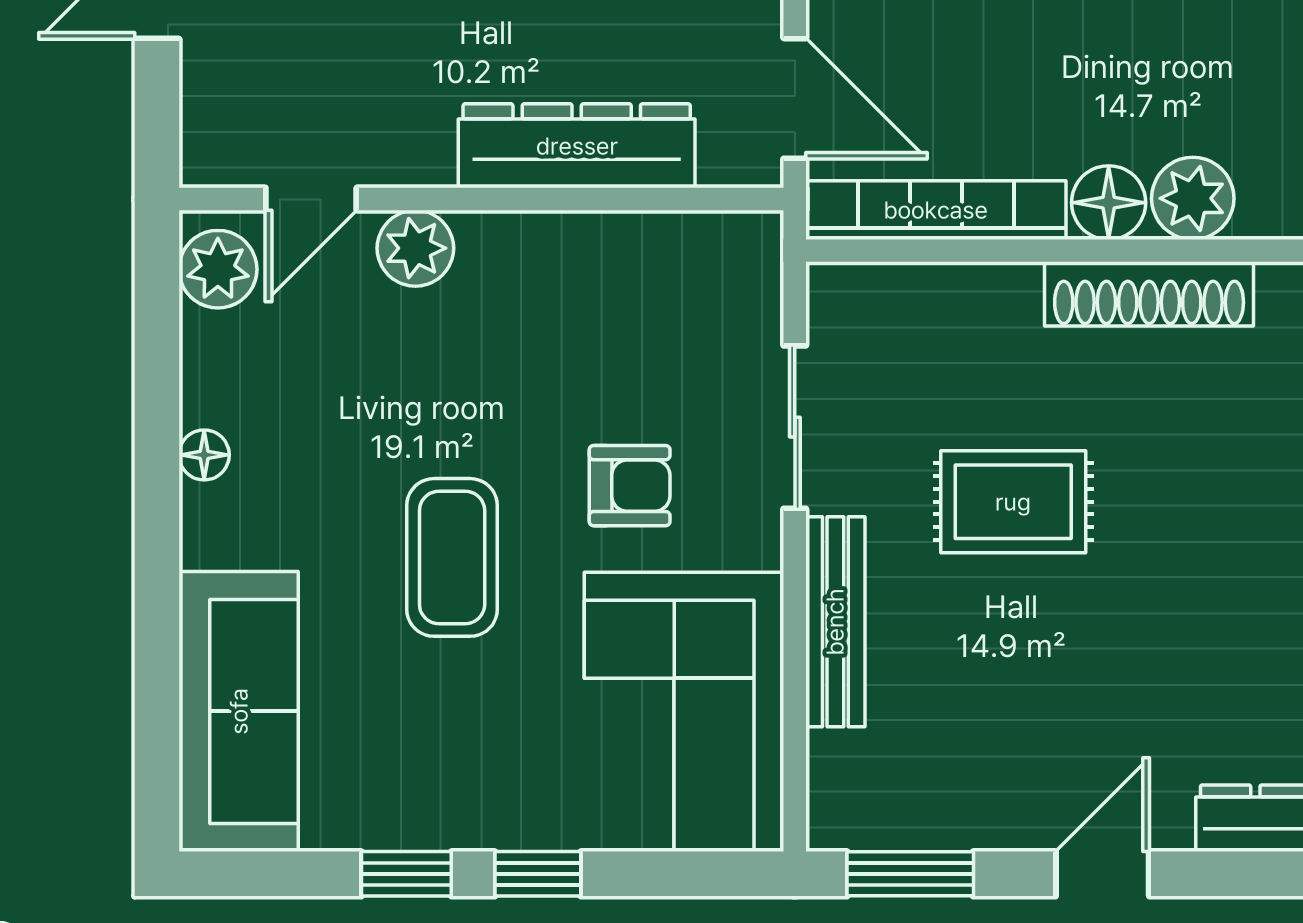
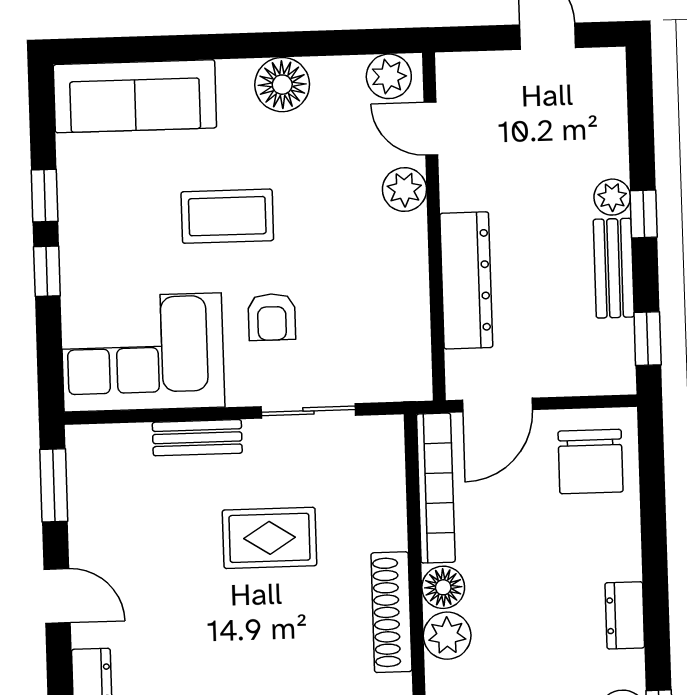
floor lamp: (204, 455) -> (282, 85), width x1.89, depth x1.89
rug: (1013, 502) -> (270, 538), turned 90
bench: (835, 622) -> (197, 438), width x0.73

